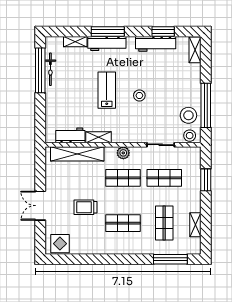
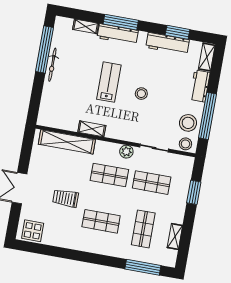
bicycle: (50, 69) -> (52, 65), moved
workbench: (70, 135) -> (200, 86), moved, turned -90
plant: (123, 153) -> (126, 152), moved

